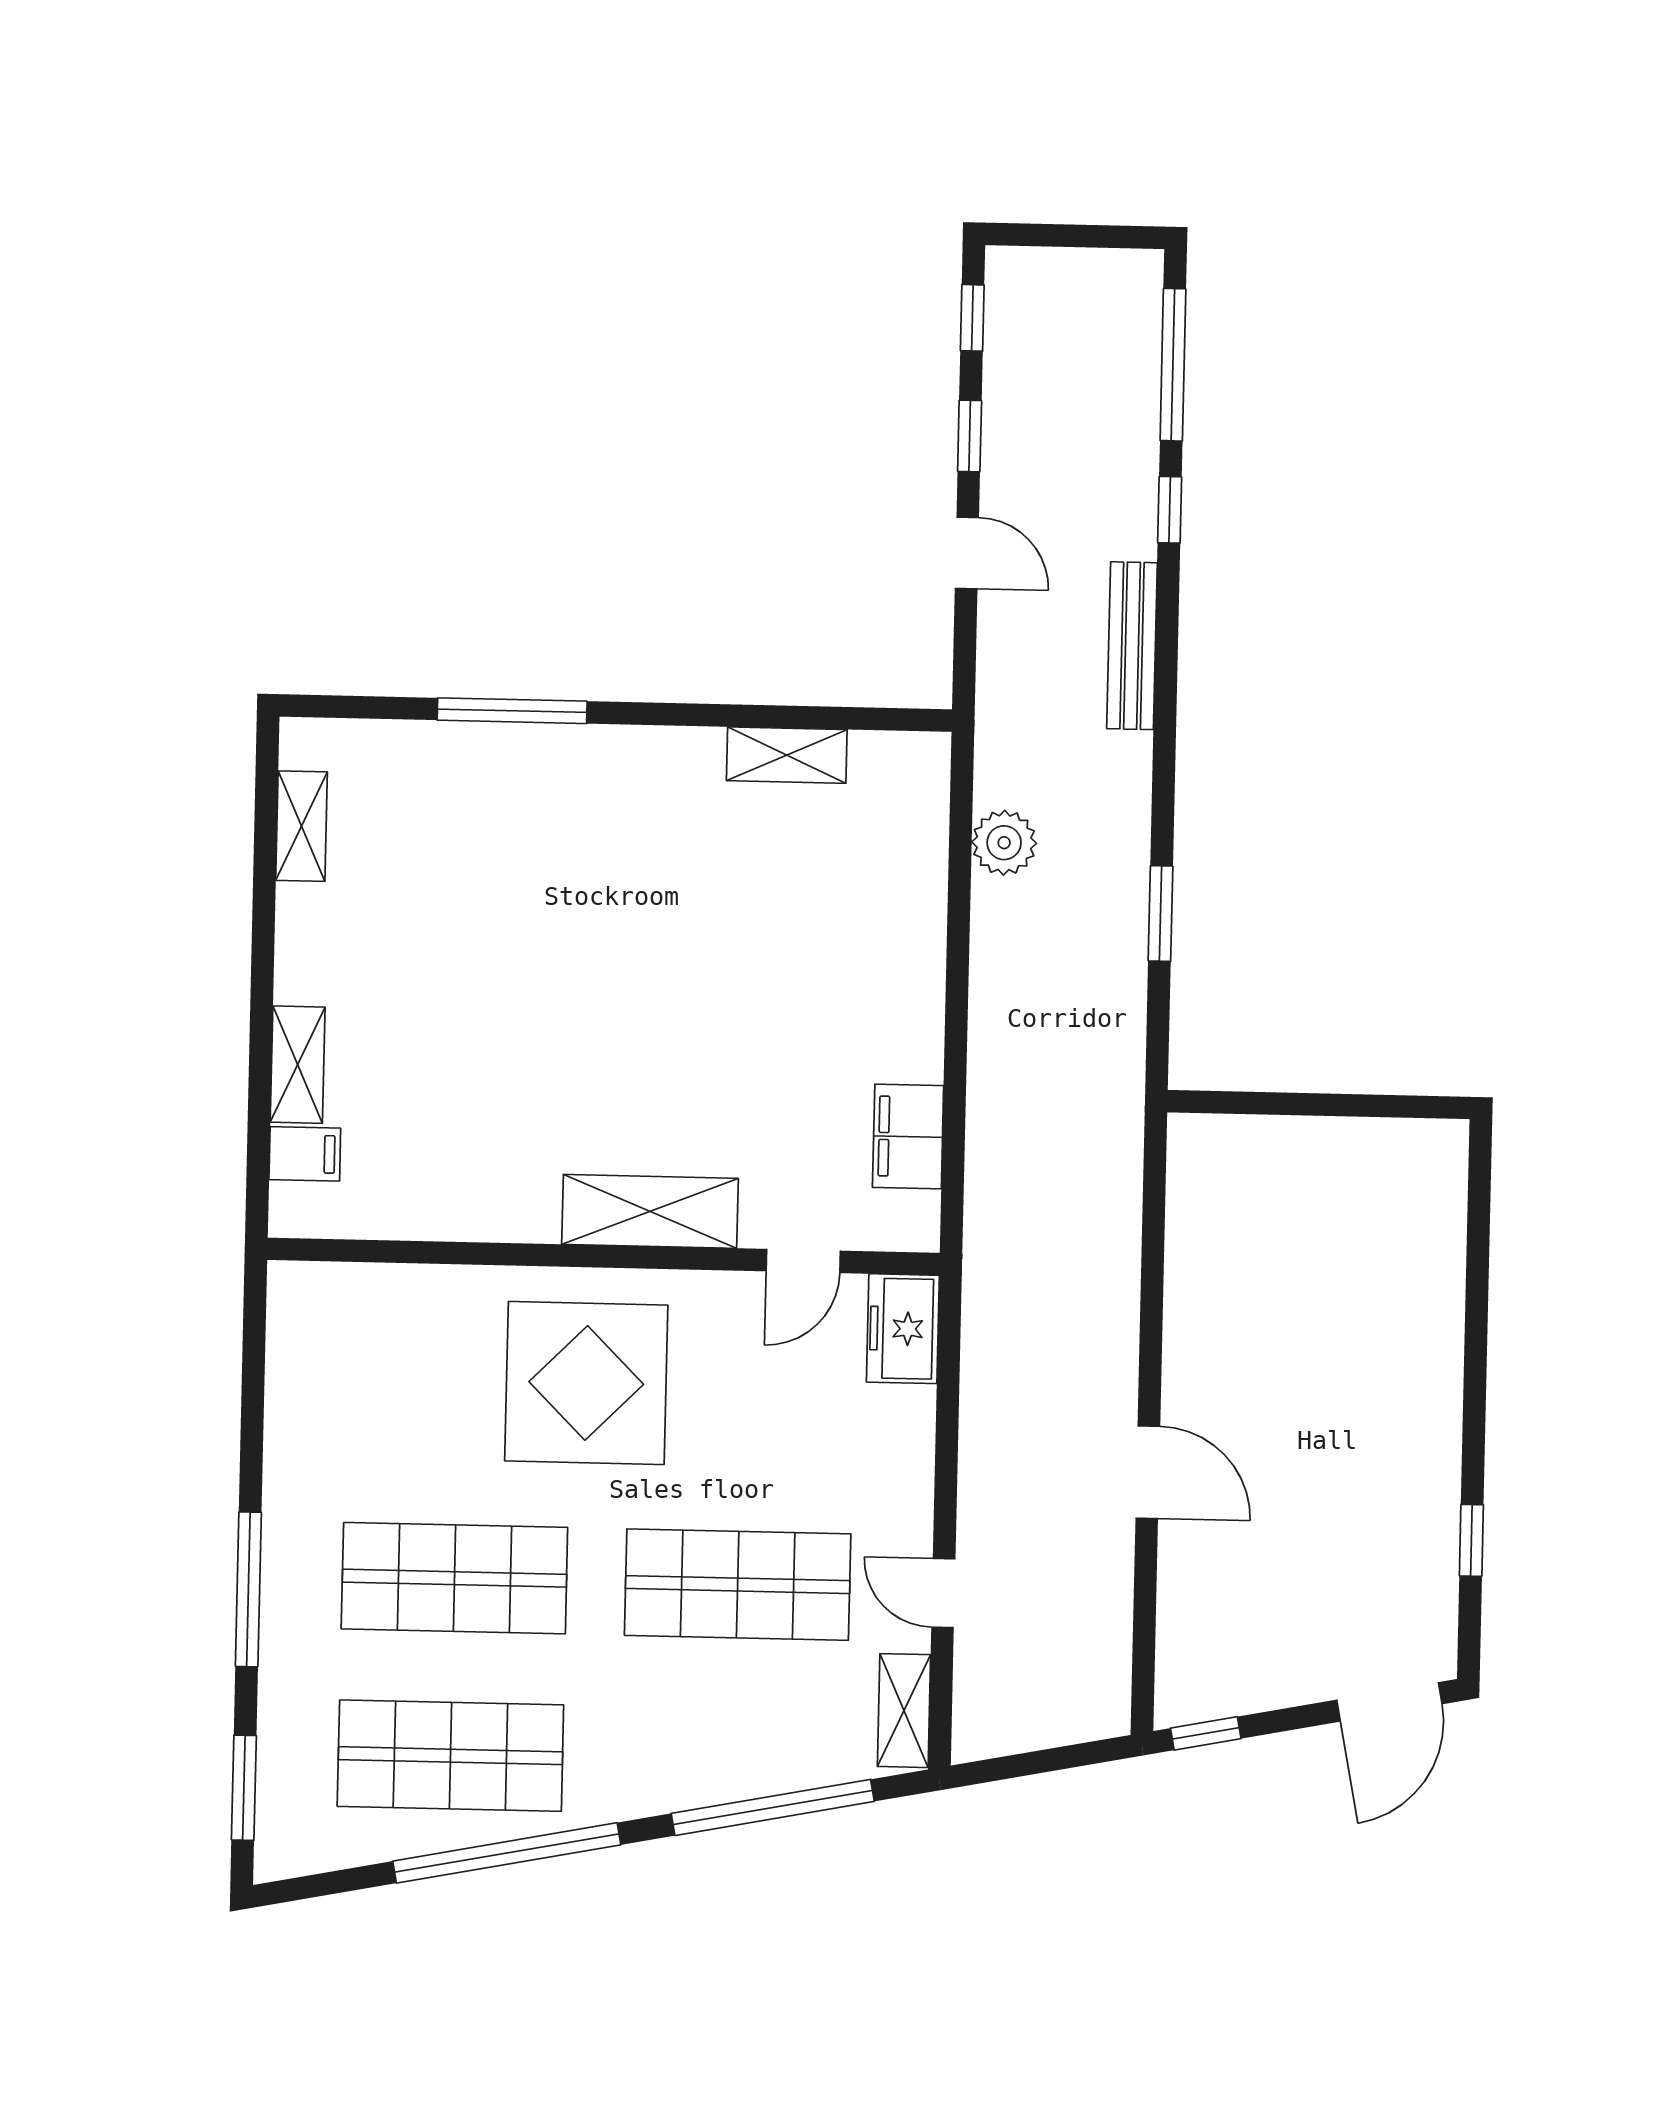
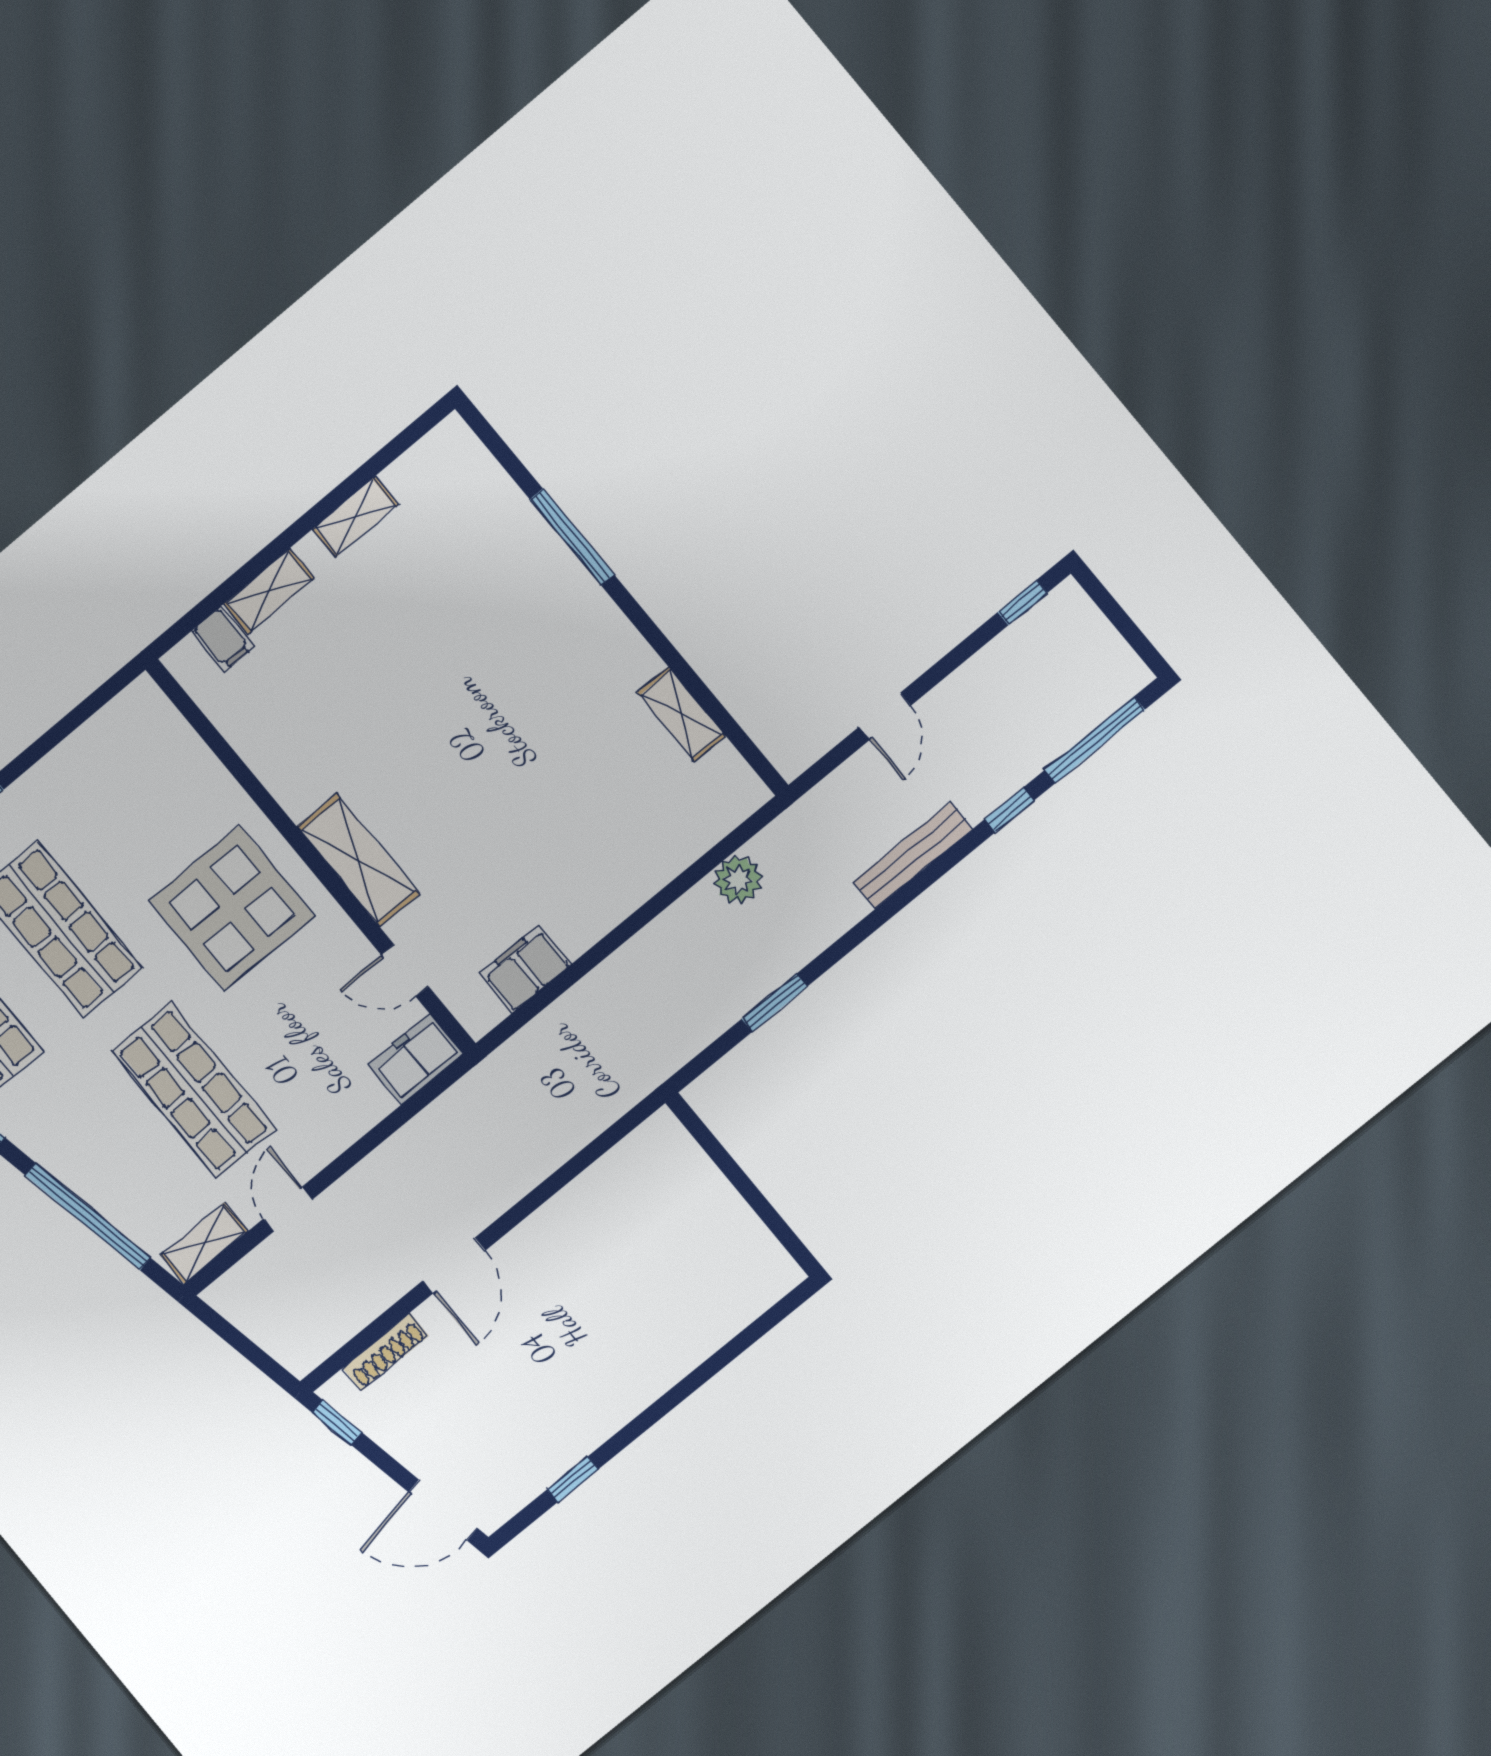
window: (970, 436) -> (953, 660), removed
shelving: (302, 826) -> (355, 517), moved
shoe rack: (1176, 1620) -> (386, 1352), added

